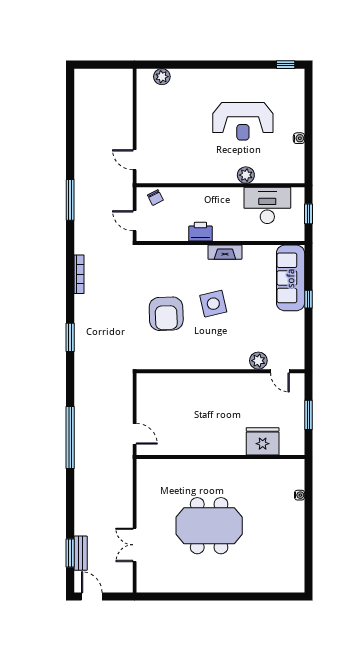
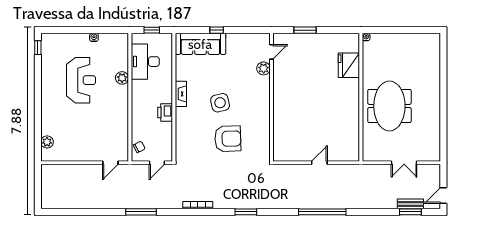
fridge: (263, 441) -> (349, 65), moved
wall: (221, 457) -> (361, 97), moved

